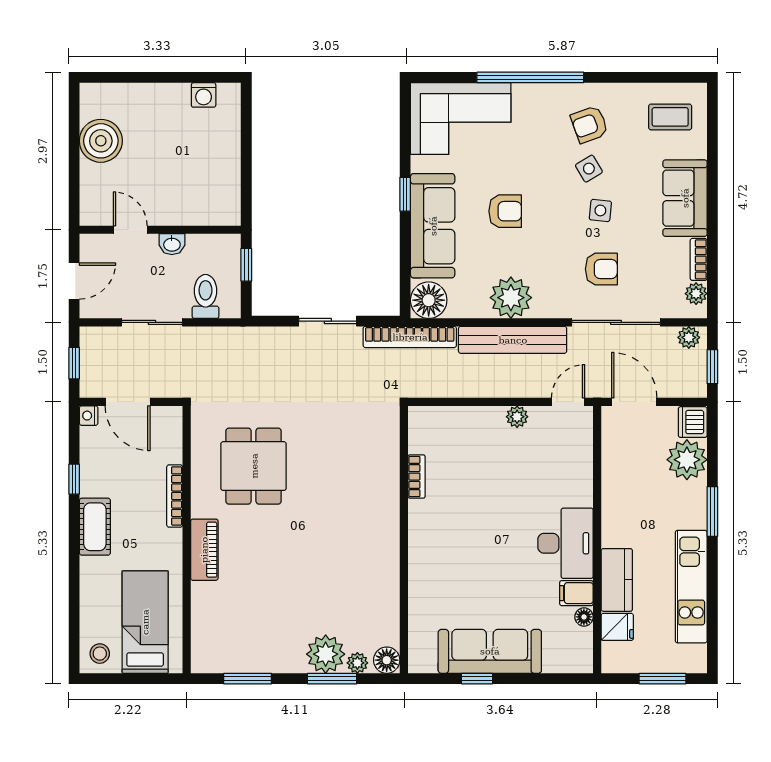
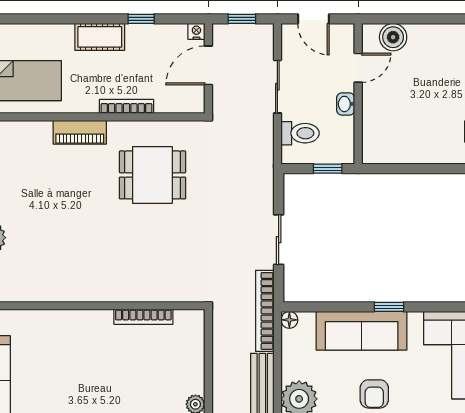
boiler: (101, 141) -> (393, 37), moved, width x0.73, depth x0.73
floor lamp: (429, 300) -> (289, 320), width x0.53, depth x0.53
bookcase: (416, 477) -> (143, 317), width x1.56

